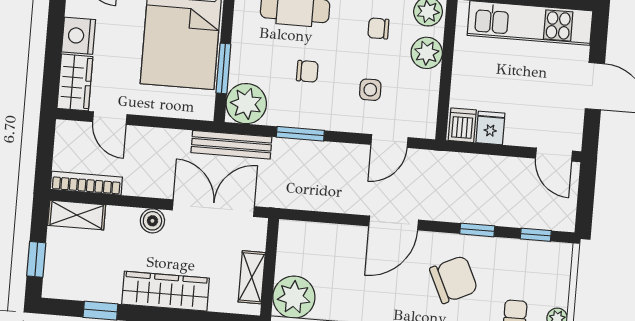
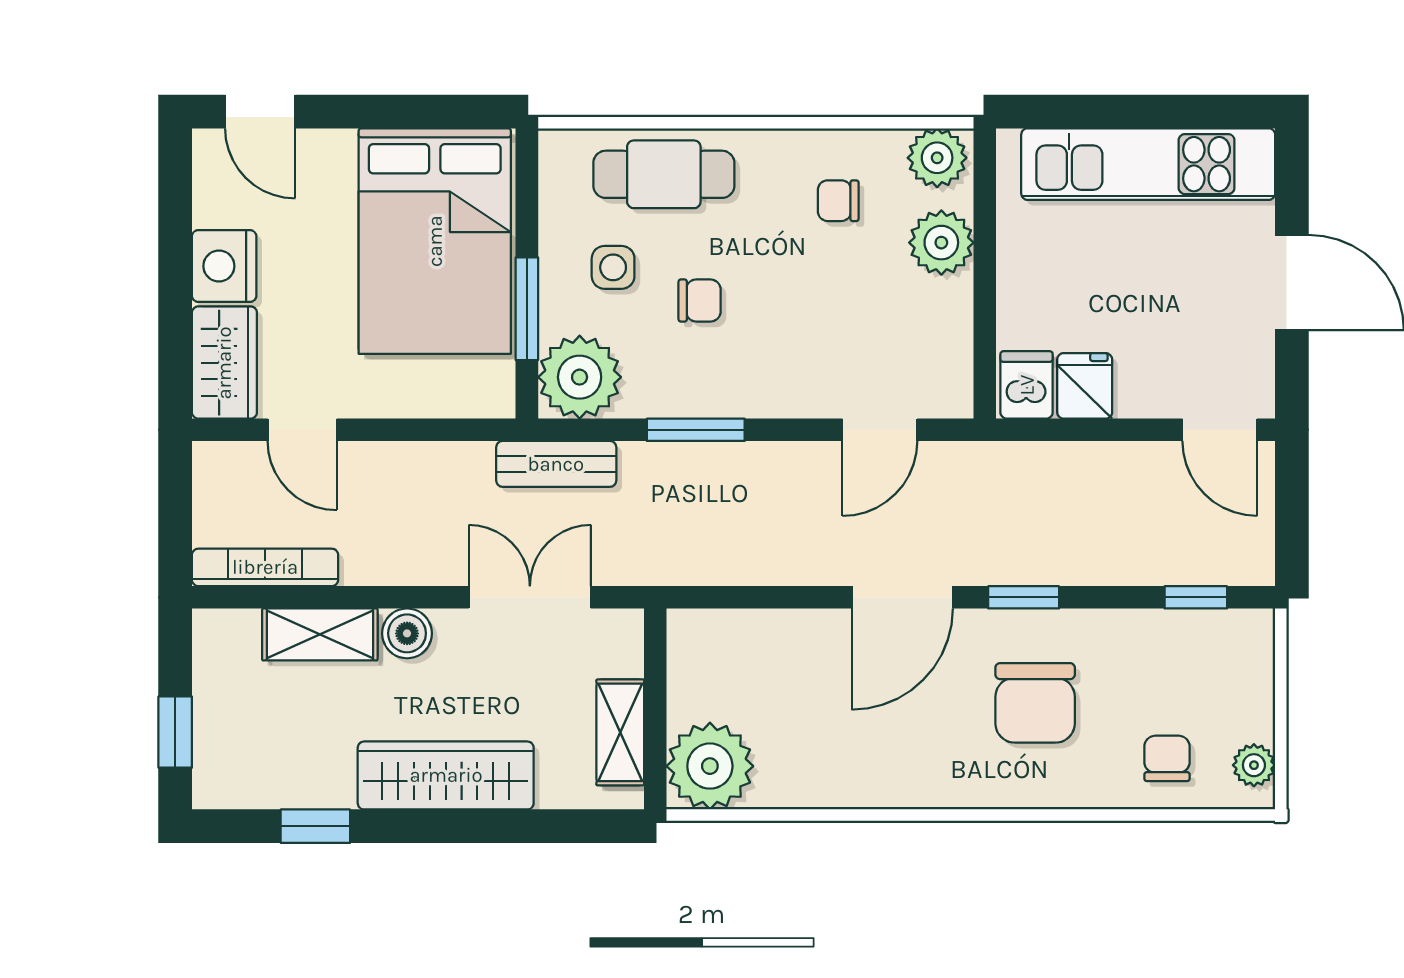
side table: (370, 90) -> (613, 267), moved
bench: (231, 145) -> (556, 464), width x0.73
double door: (213, 208) -> (530, 597), width x0.73
shelving: (77, 215) -> (320, 634), moved
window: (477, 230) -> (1024, 597), moved
chair: (454, 279) -> (1035, 703), turned 115

